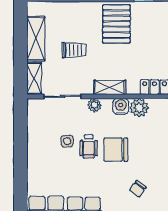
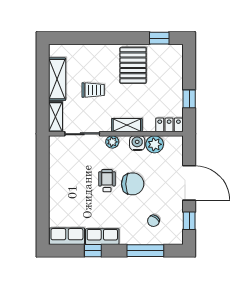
side table: (67, 141) -> (87, 176), removed
wheelchair: (89, 146) -> (107, 181), turned 180
chair: (116, 150) -> (133, 184), turned 180

